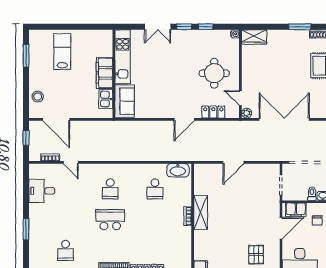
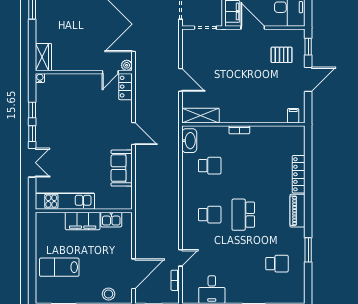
round table: (214, 73) -> (83, 101), removed
sofa: (125, 101) -> (122, 168), moved, turned -90
locker: (213, 112) -> (125, 87), moved
shelving: (201, 212) -> (200, 116), moved

